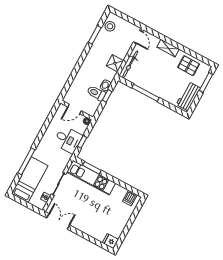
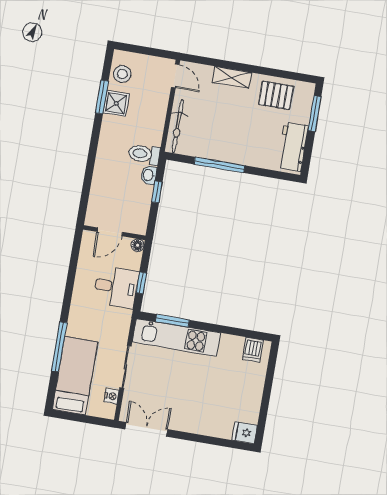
shower: (115, 63) -> (116, 103), moved
toilet: (96, 93) -> (144, 154), moved

